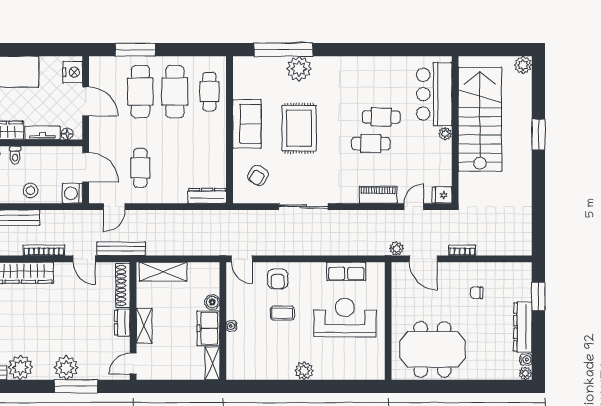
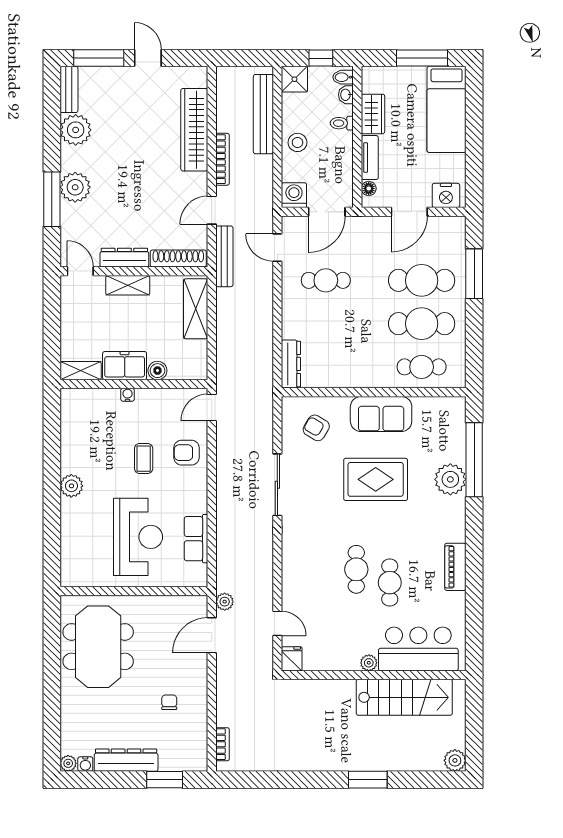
stairs: (480, 119) -> (404, 697), width x0.73, depth x0.66
piano: (378, 195) -> (455, 567), moved, turned 180
bookcase: (462, 250) -> (223, 744), moved
dresser: (122, 323) -> (124, 258), width x1.44

